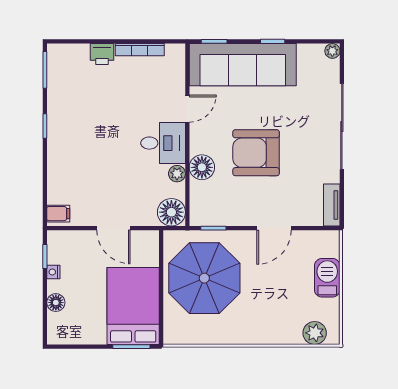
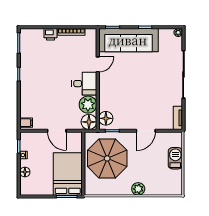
armchair: (256, 153) -> (136, 89), removed
floor lamp: (202, 167) -> (106, 118), moved
plant: (177, 174) -> (88, 105), width x1.87, depth x1.87
plant: (315, 333) -> (138, 189), moved

